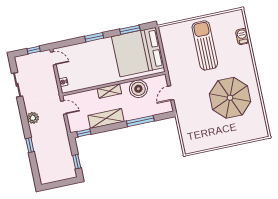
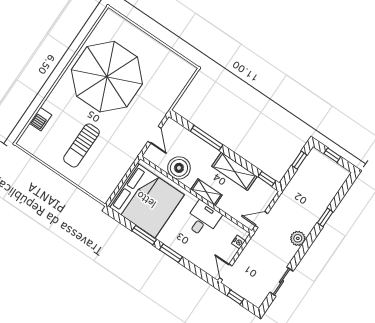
window: (130, 30) -> (144, 235), moved
sun lounger: (205, 45) -> (81, 145), width x0.73, depth x0.75
desk: (96, 74) -> (203, 219), added
door: (171, 93) -> (154, 135), hinge flipped
parasol: (230, 98) -> (107, 77), width x1.36, depth x1.36
door: (64, 107) -> (261, 220), hinge flipped
window: (61, 183) -> (332, 155), added

